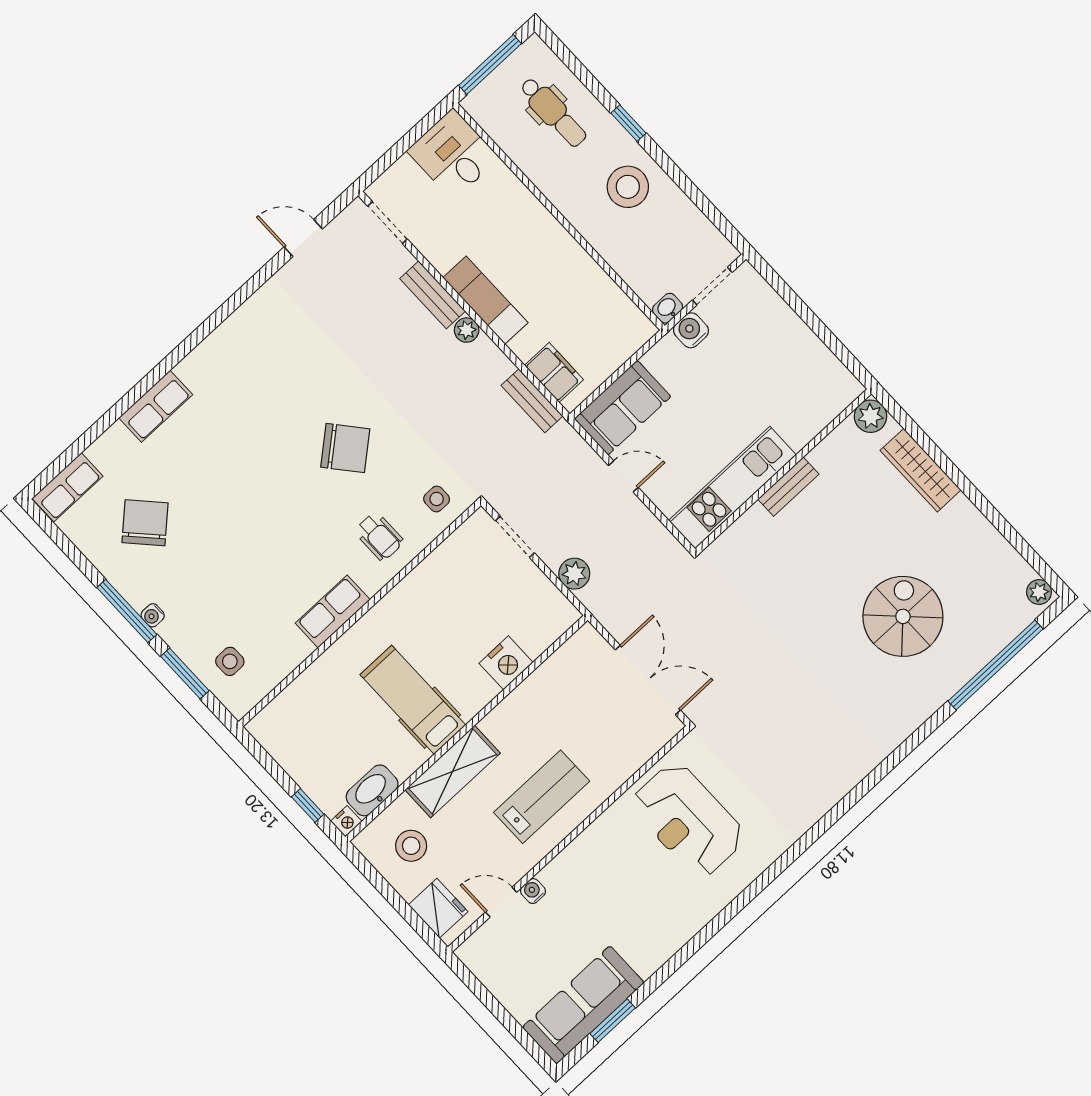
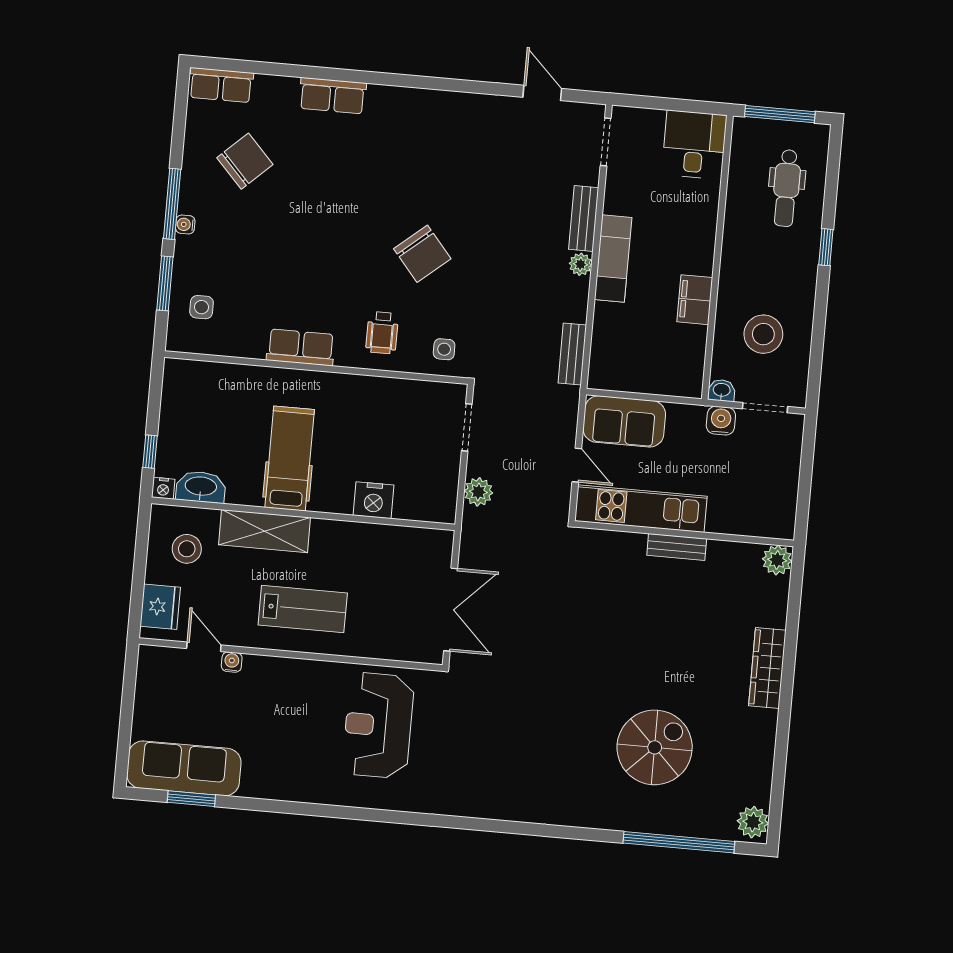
stool: (628, 187) -> (763, 334), moved
filing cabinet: (554, 372) -> (695, 300), moved, turned 180
plant: (871, 416) -> (777, 560), moved
wall: (783, 471) -> (684, 534), moved
bench: (788, 487) -> (677, 547), moved
kitchen unit: (732, 488) -> (641, 509), moved
plant: (1039, 592) -> (753, 822), width x1.38, depth x1.38

